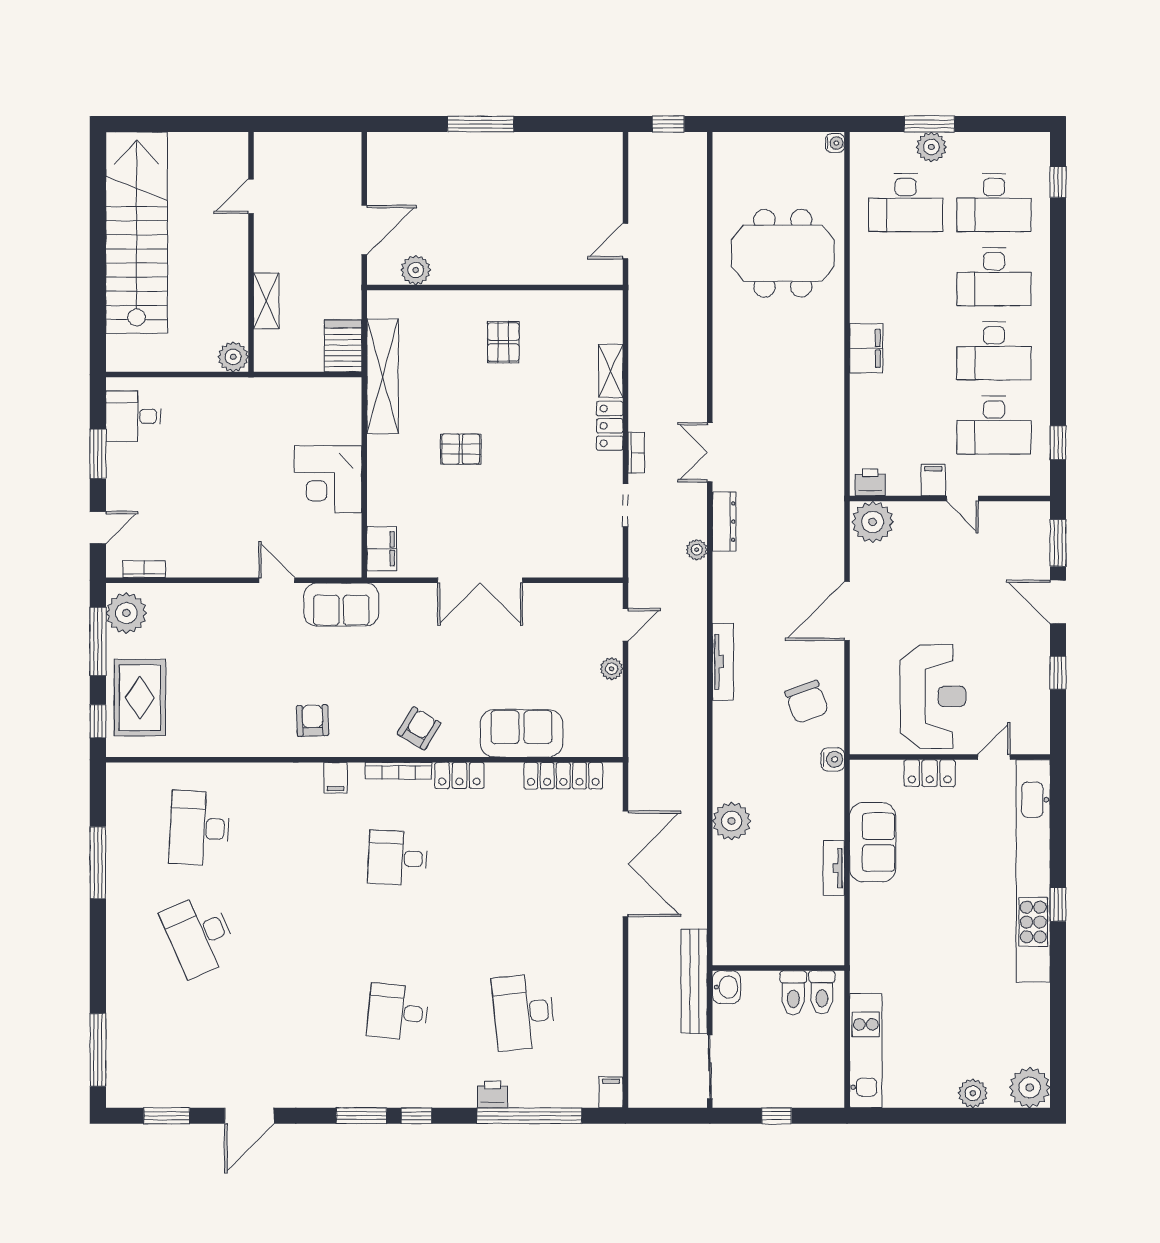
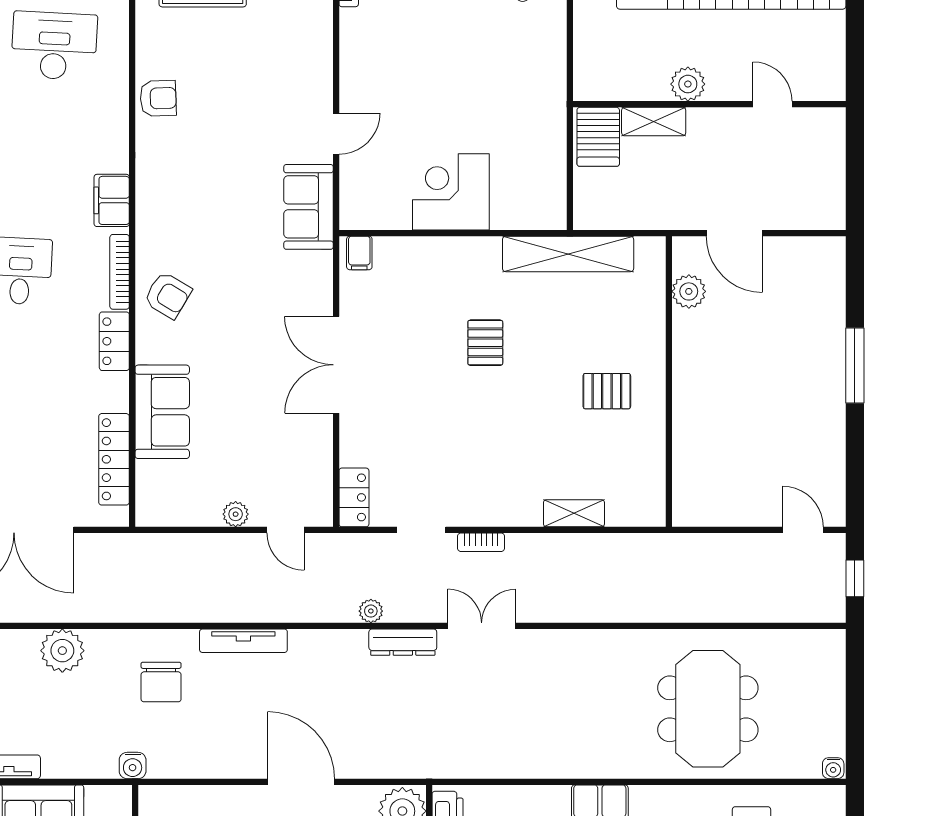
door: (625, 241) -> (803, 530), moved
server rack: (343, 346) -> (598, 137), moved, turned 90
plant: (233, 357) -> (688, 84), moved
locker: (610, 426) -> (354, 497), moved, turned 90
filing cabinet: (382, 549) -> (359, 253), width x0.50
chair: (807, 702) -> (161, 682), moved, turned -70
armchair: (313, 721) -> (158, 98), moved
filing cabinet: (336, 778) -> (112, 200), width x2.00

